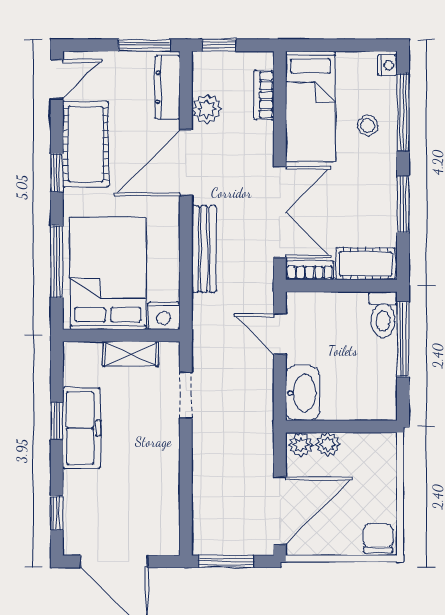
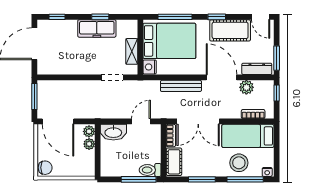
stool: (368, 125) -> (239, 163), width x1.89, depth x1.89

